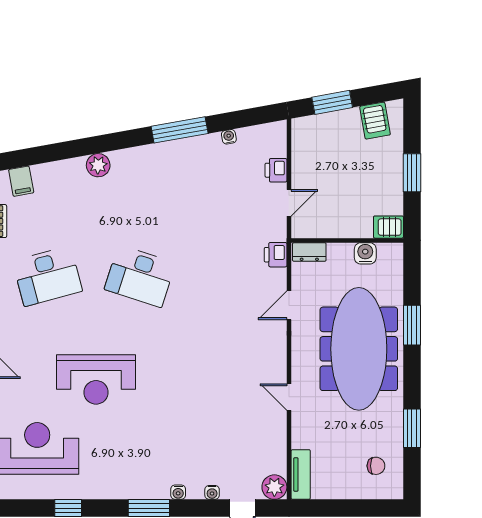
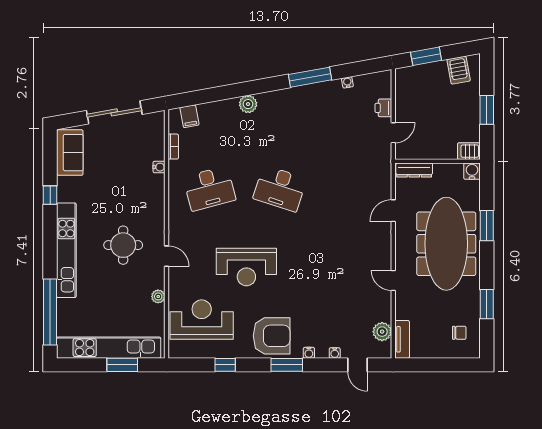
dresser: (309, 252) -> (414, 170), width x1.44
water cooler: (365, 253) -> (472, 171), moved
printer: (276, 255) -> (383, 172), removed
armchair: (129, 470) -> (272, 336), added
plant: (274, 487) -> (382, 332), moved

